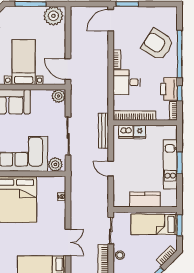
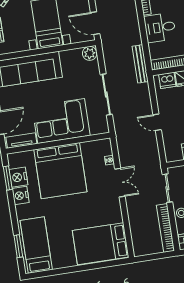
bench: (103, 131) -> (140, 64), moved
plant: (55, 164) -> (97, 127), removed
double door: (68, 242) -> (120, 183), moved

